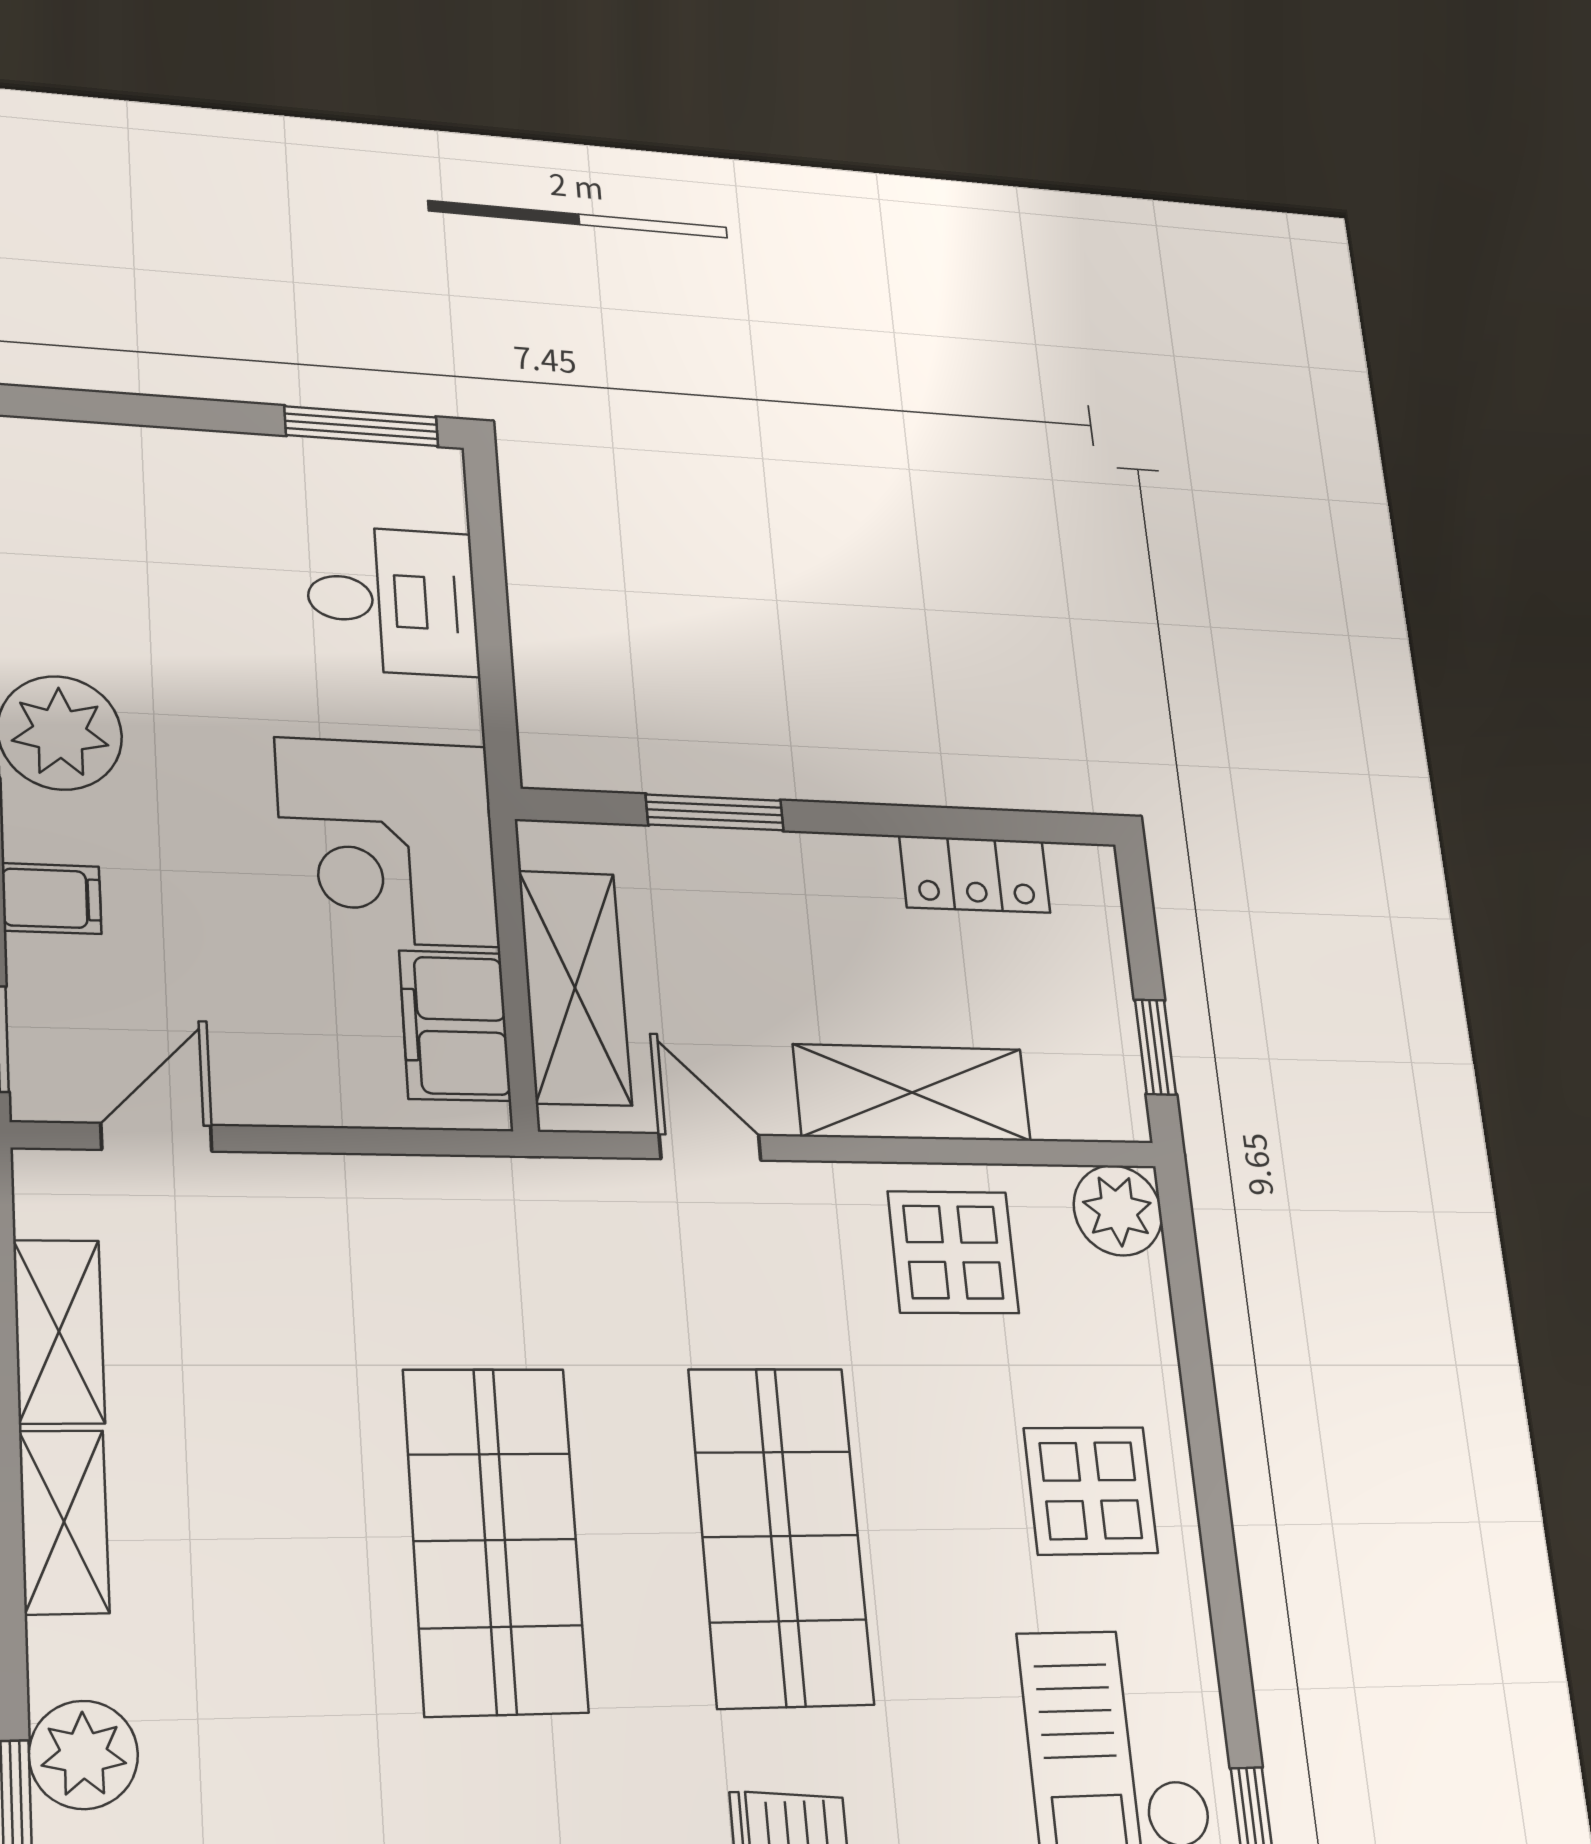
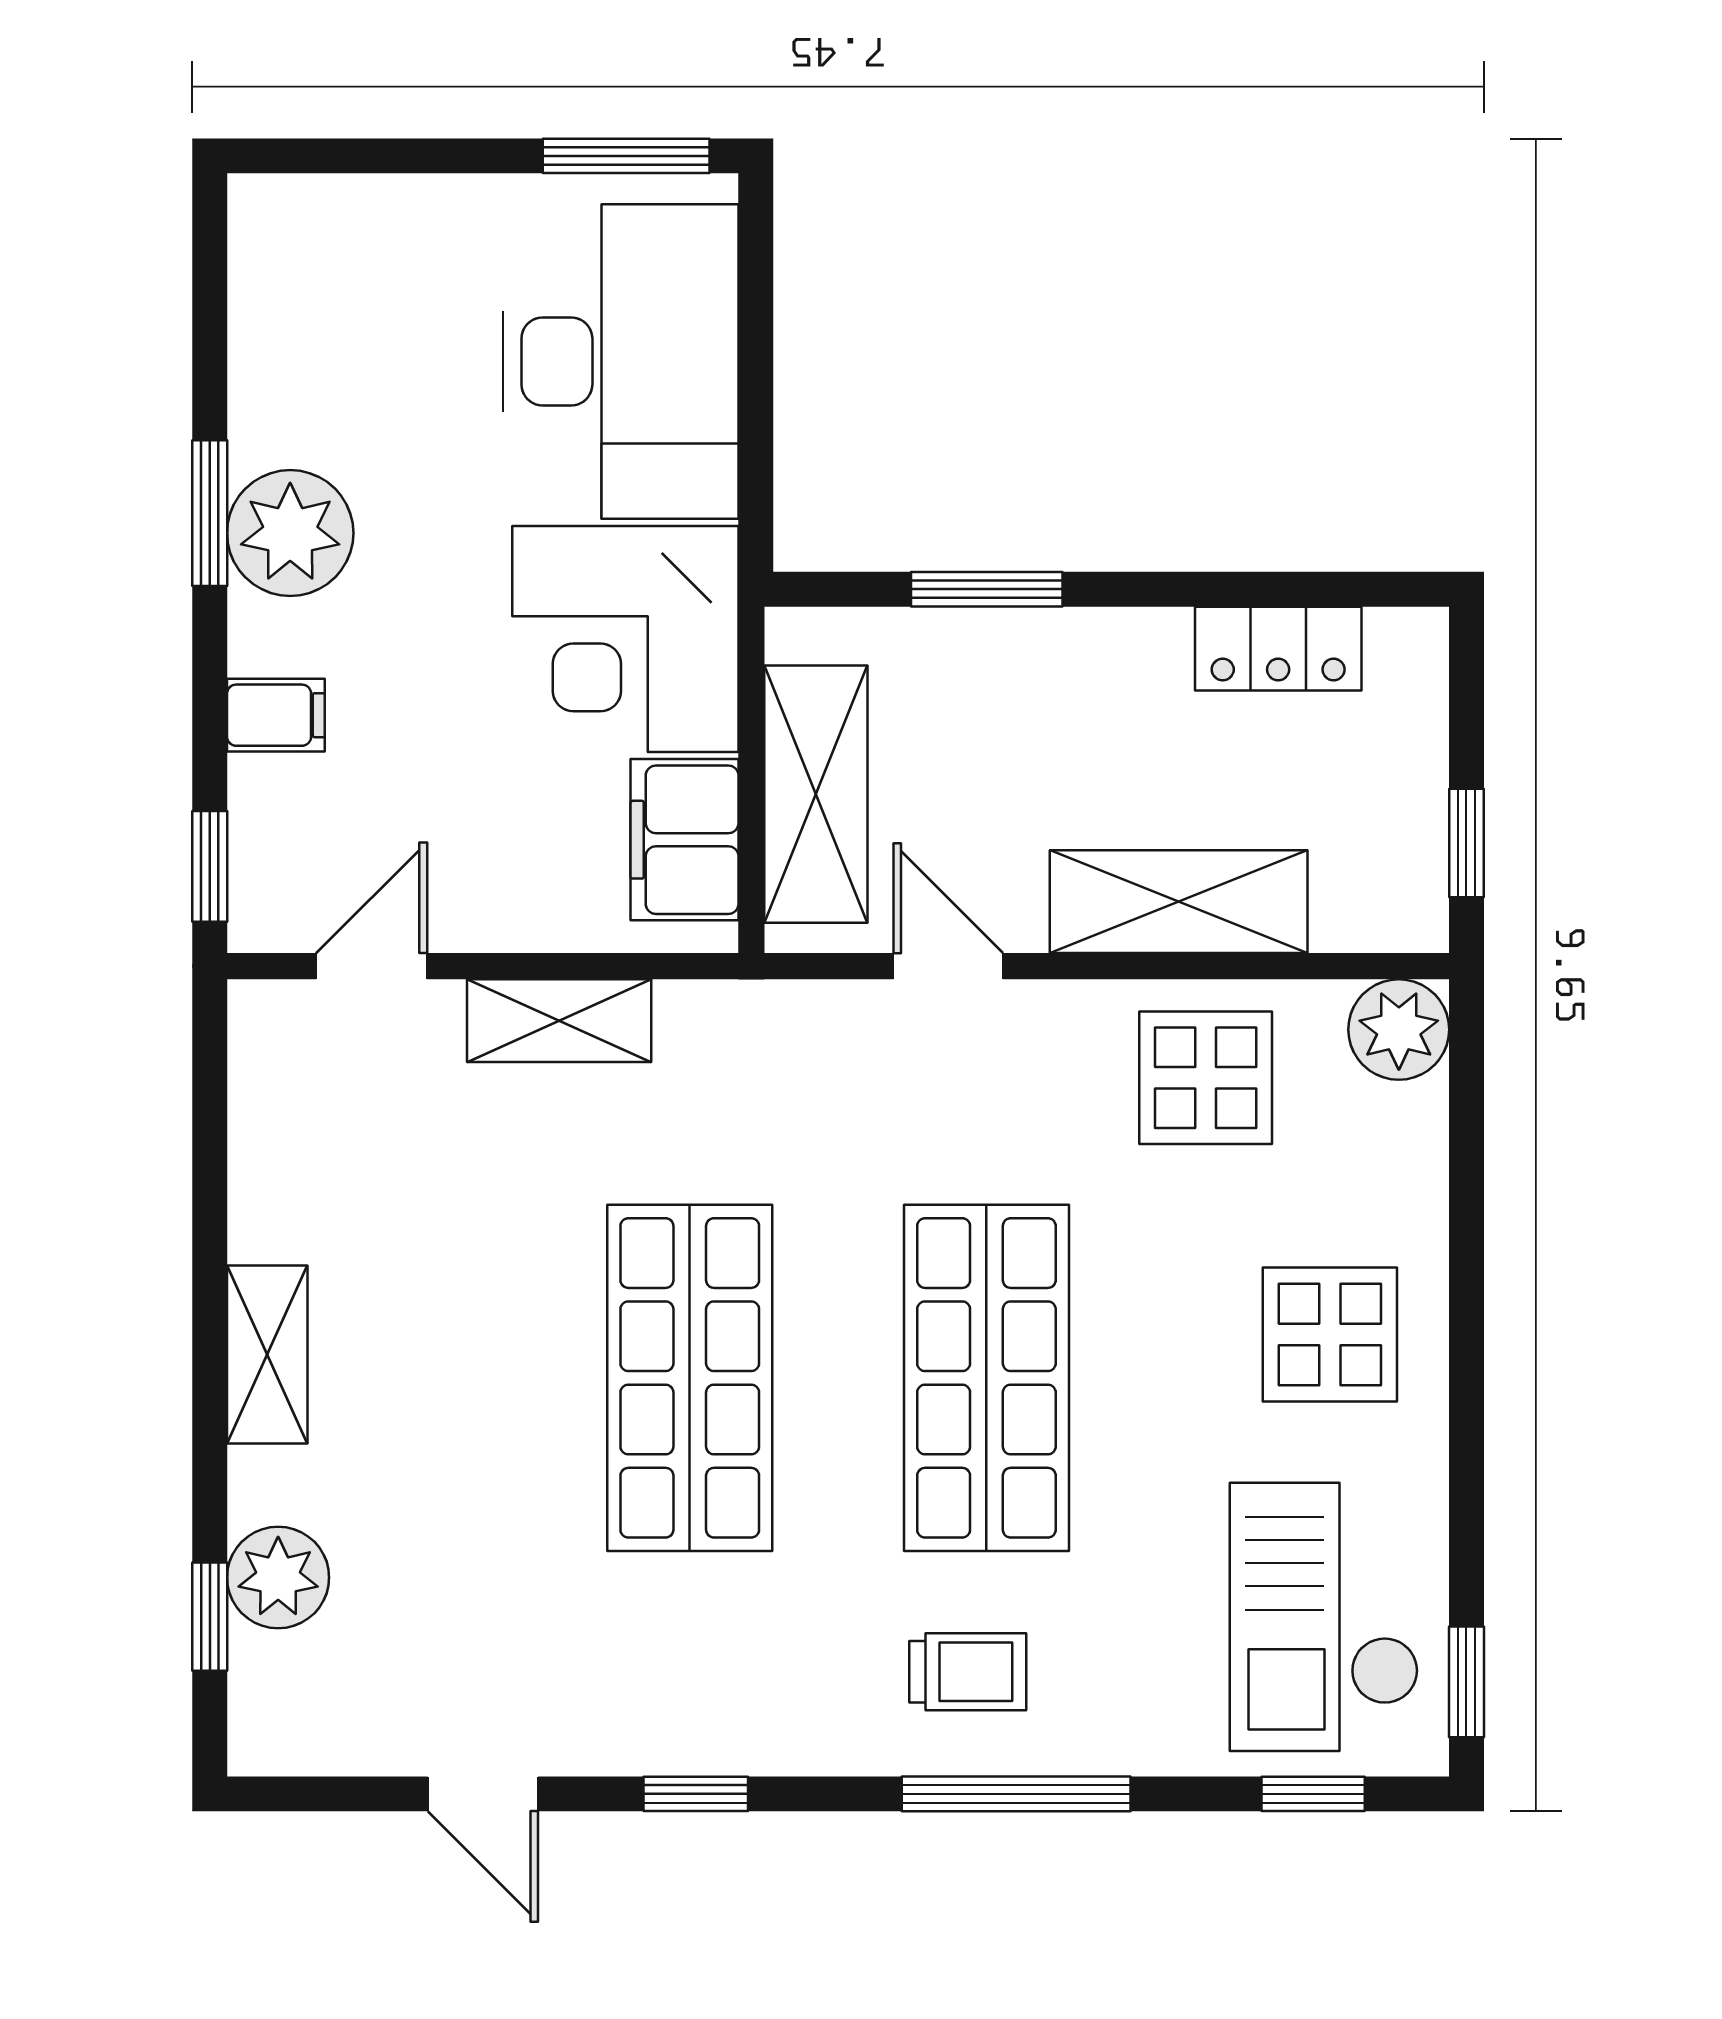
desk: (392, 601) -> (621, 361), width x1.87, depth x1.30
shelving: (59, 1332) -> (559, 1021), moved, turned 90

